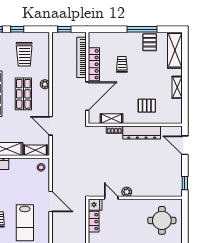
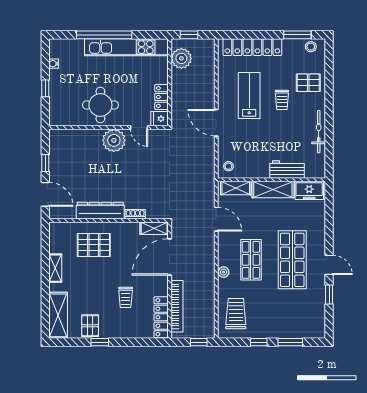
window: (142, 29) -> (100, 342), width x0.46
trolley: (24, 54) -> (236, 314), moved
locker: (94, 64) -> (161, 317), moved
pallet: (147, 106) -> (94, 245), width x1.50, depth x1.42
shelving: (112, 119) -> (154, 228), moved
window: (185, 183) -> (45, 163), moved
plant: (127, 192) -> (114, 140), width x1.87, depth x1.87
round table: (162, 220) -> (100, 105), moved
window: (185, 228) -> (45, 88), added

